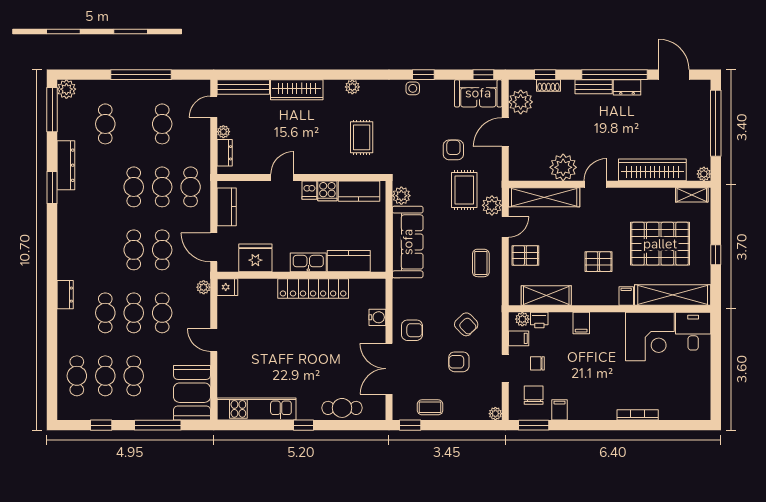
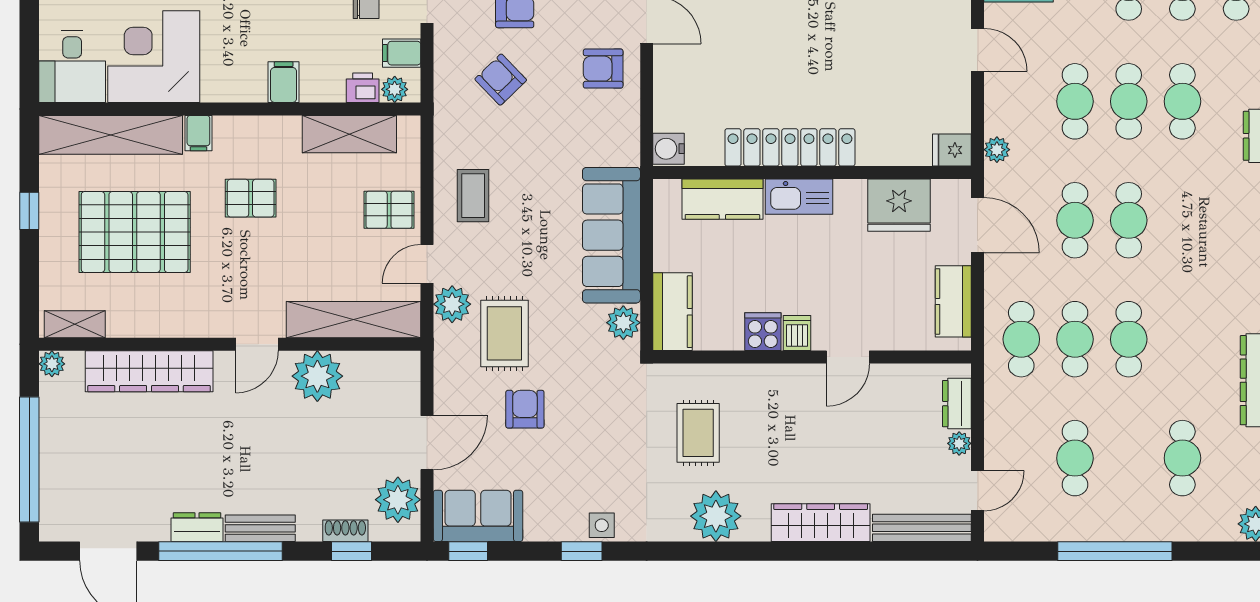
plant: (352, 87) -> (716, 516), width x1.87, depth x1.87
armchair: (453, 150) -> (525, 409), turned 180
kitchen counter: (359, 191) -> (673, 312), moved, turned 90
water cooler: (377, 317) -> (669, 149), moved

